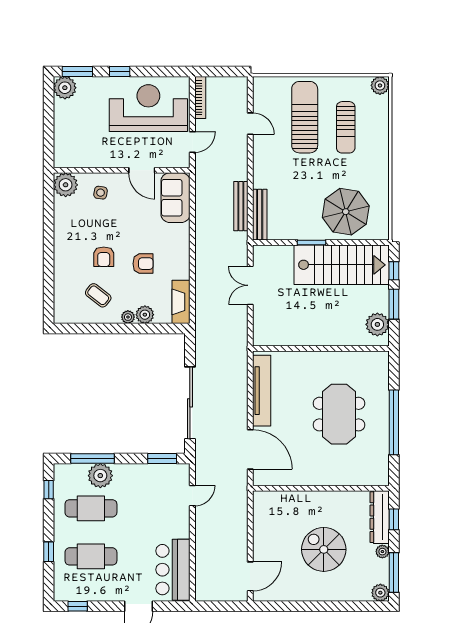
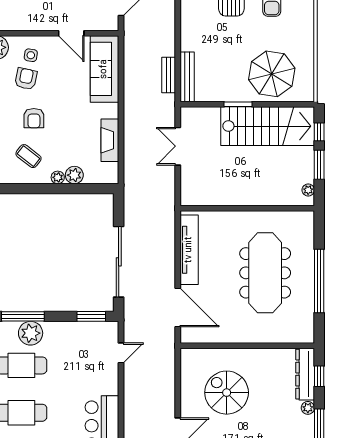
sofa: (176, 198) -> (104, 69), width x1.36
bench: (241, 206) -> (169, 75), width x0.73
armchair: (143, 264) -> (26, 79), moved, turned -78
fireplace: (181, 302) -> (110, 140), moved
plant: (377, 324) -> (308, 190), width x0.53, depth x0.53
meeting table: (339, 414) -> (265, 273), width x1.36
spiral stairs: (324, 549) -> (227, 393), moved

